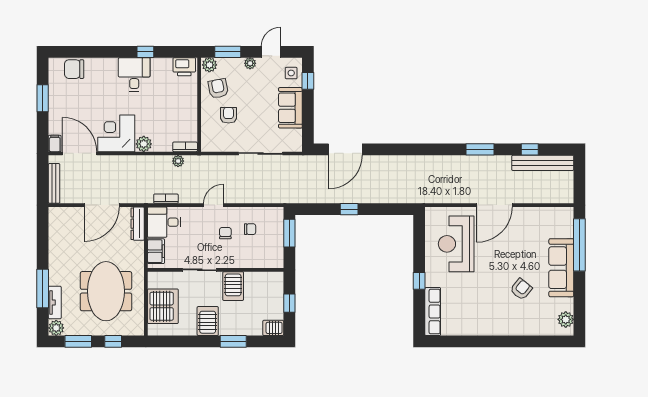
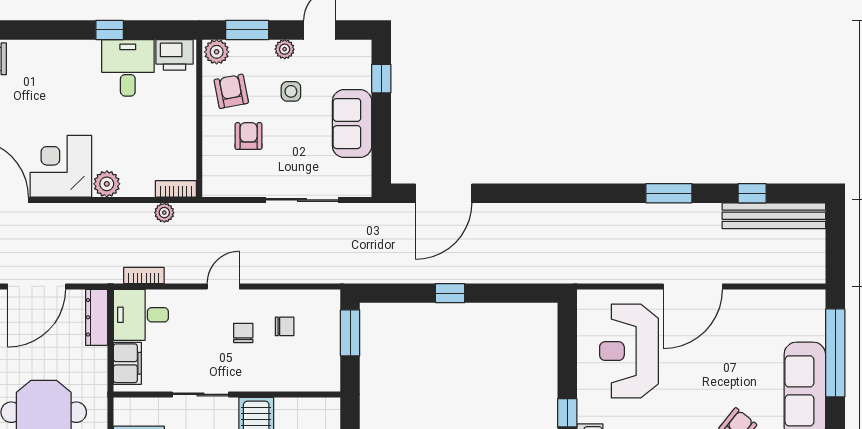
side table: (291, 73) -> (291, 91), moved
desk: (134, 74) -> (128, 68), moved

